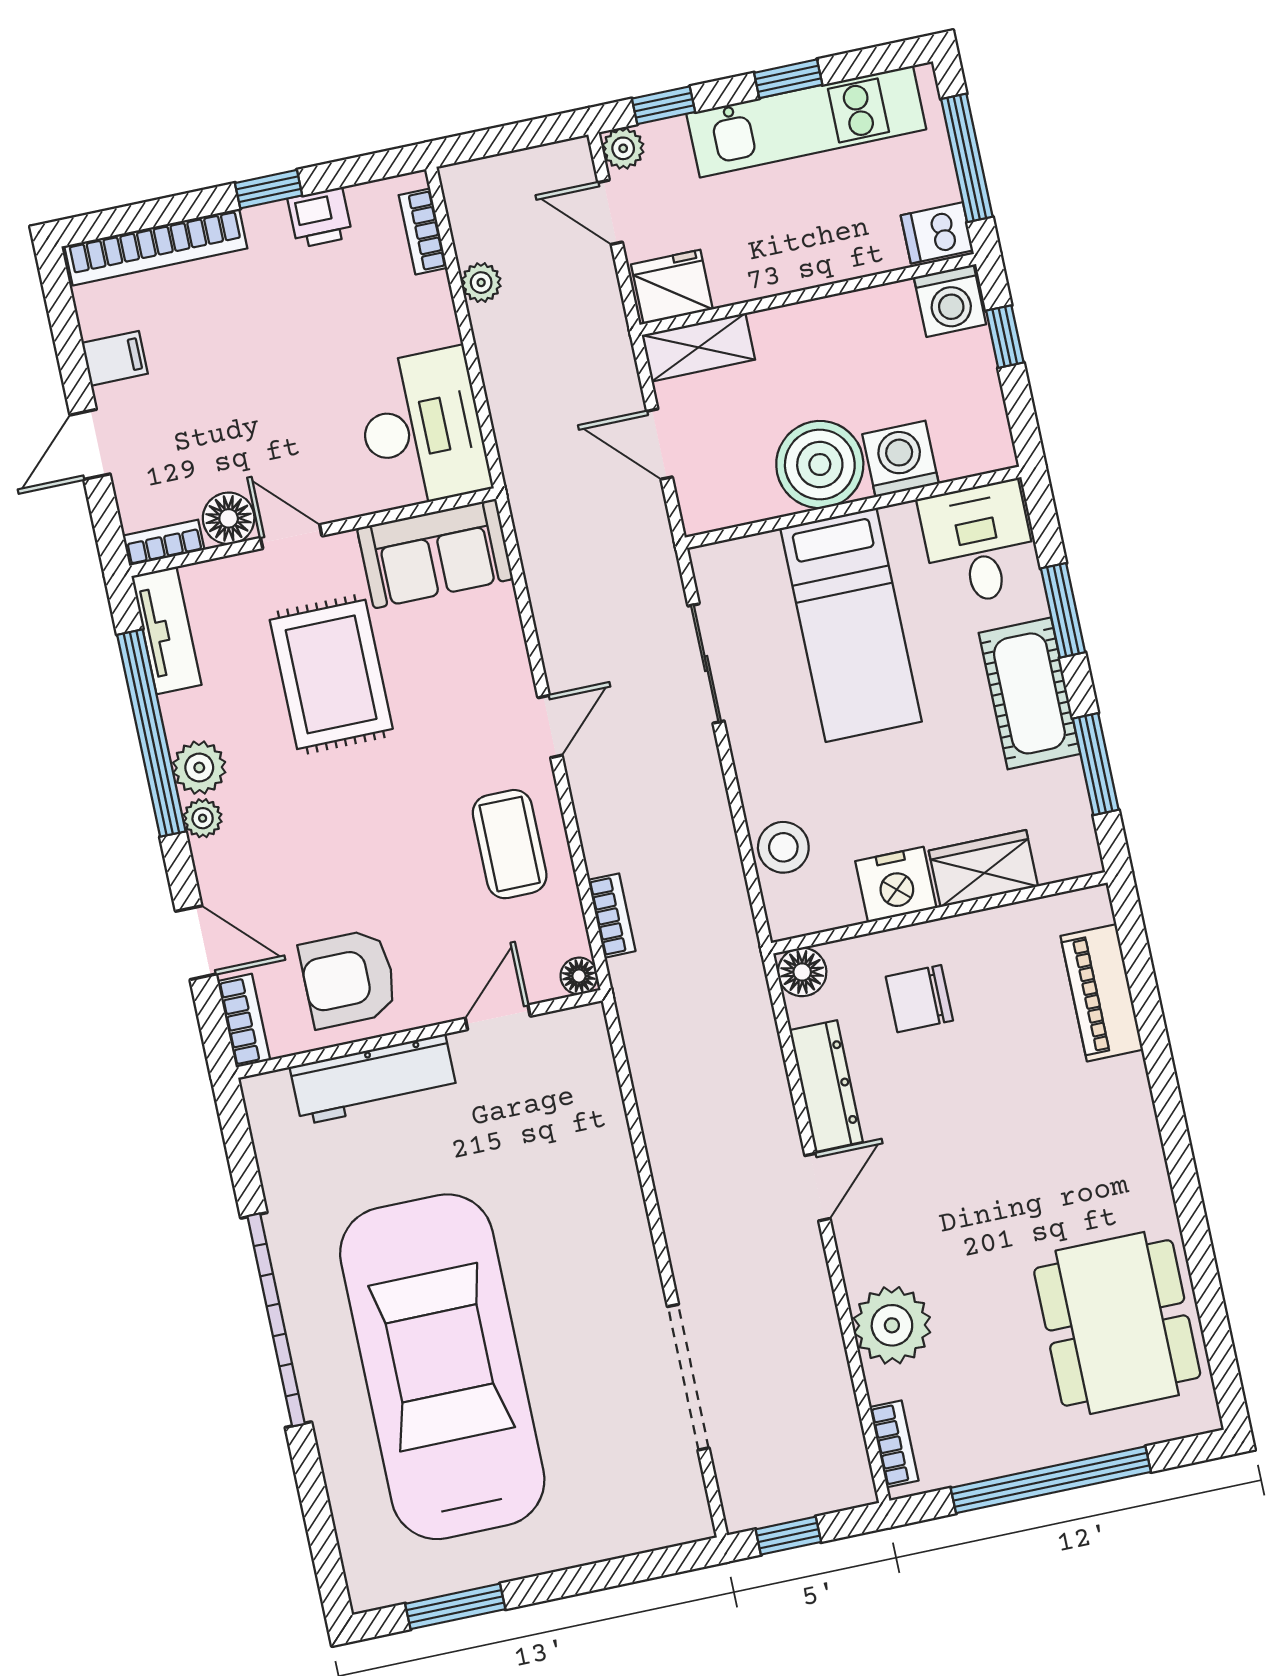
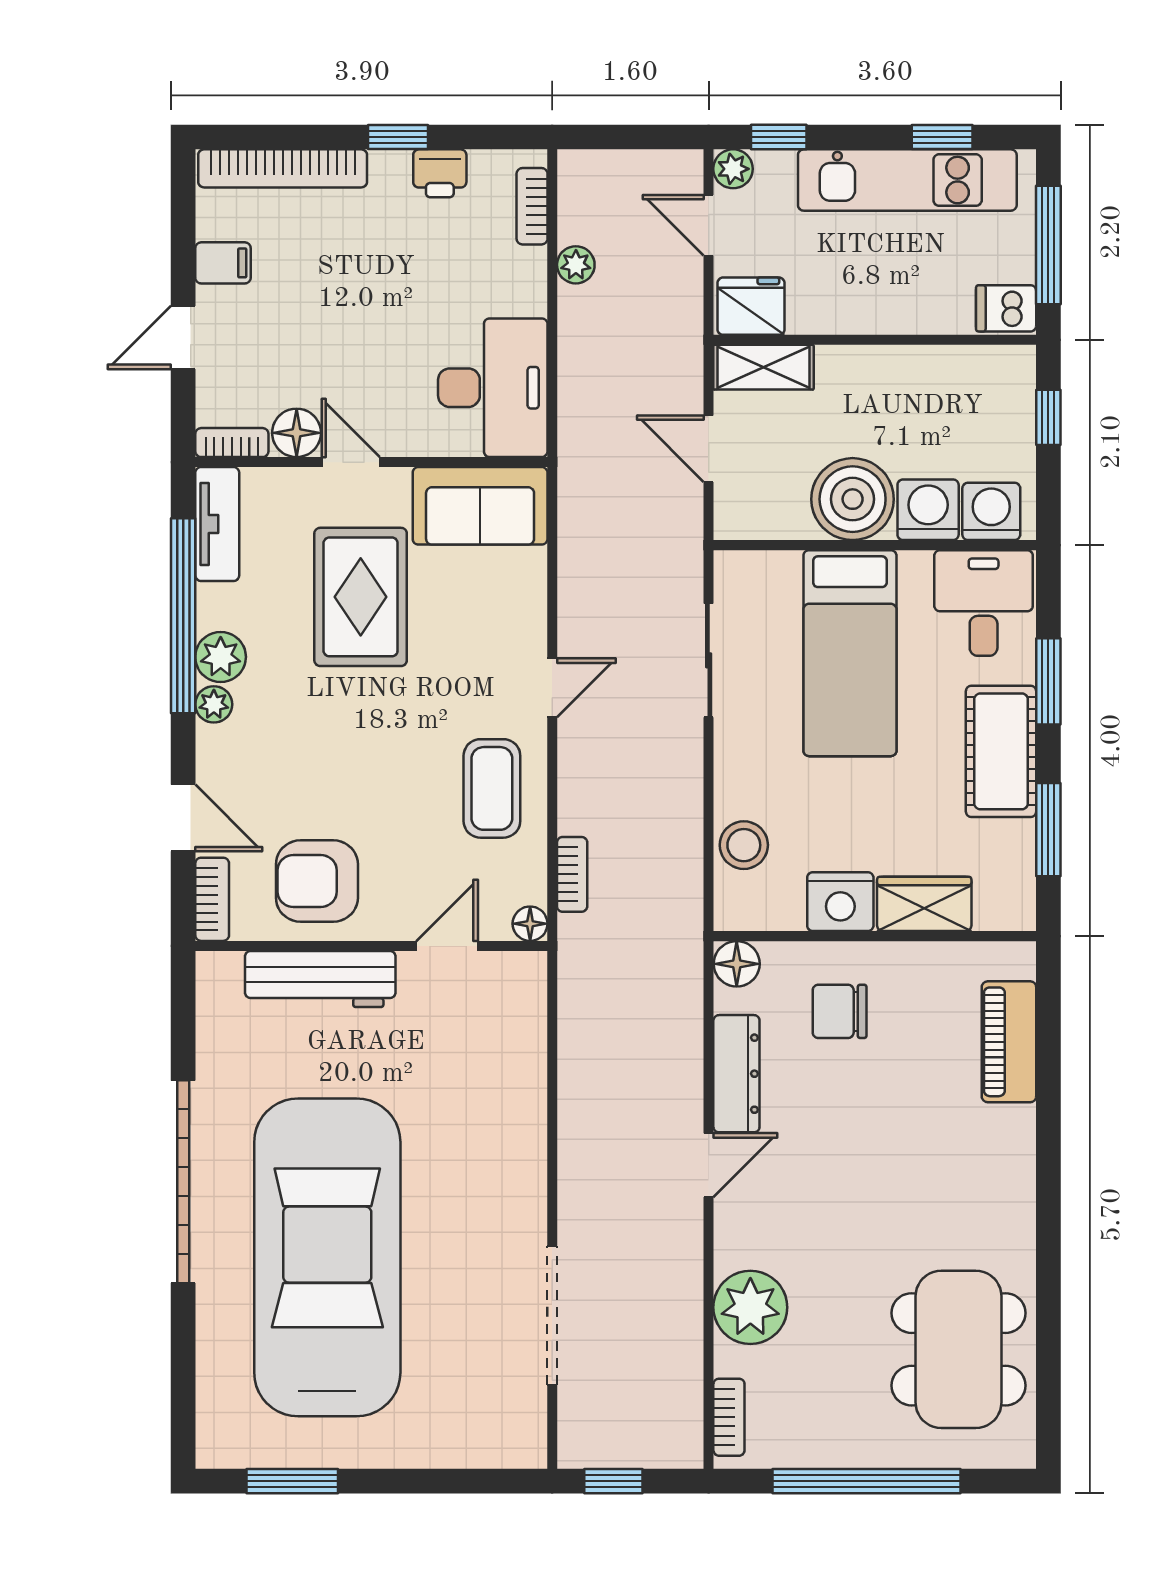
window: (788, 79) -> (942, 137), moved
washing machine: (950, 301) -> (991, 511), moved, turned 180

